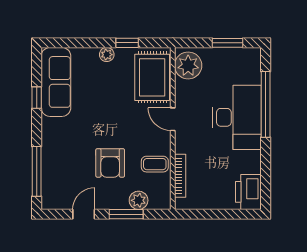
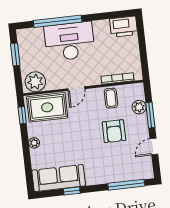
window: (127, 43) -> (22, 115), moved
armchair: (110, 163) -> (114, 131), turned 90
door: (84, 214) -> (154, 146), hinge flipped

